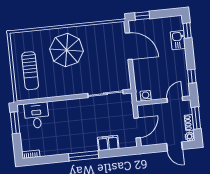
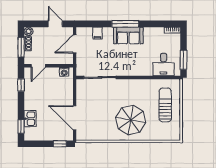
sofa: (79, 143) -> (128, 35), added
filing cabinet: (108, 143) -> (97, 33), width x0.50
door: (175, 146) -> (55, 24), moved

